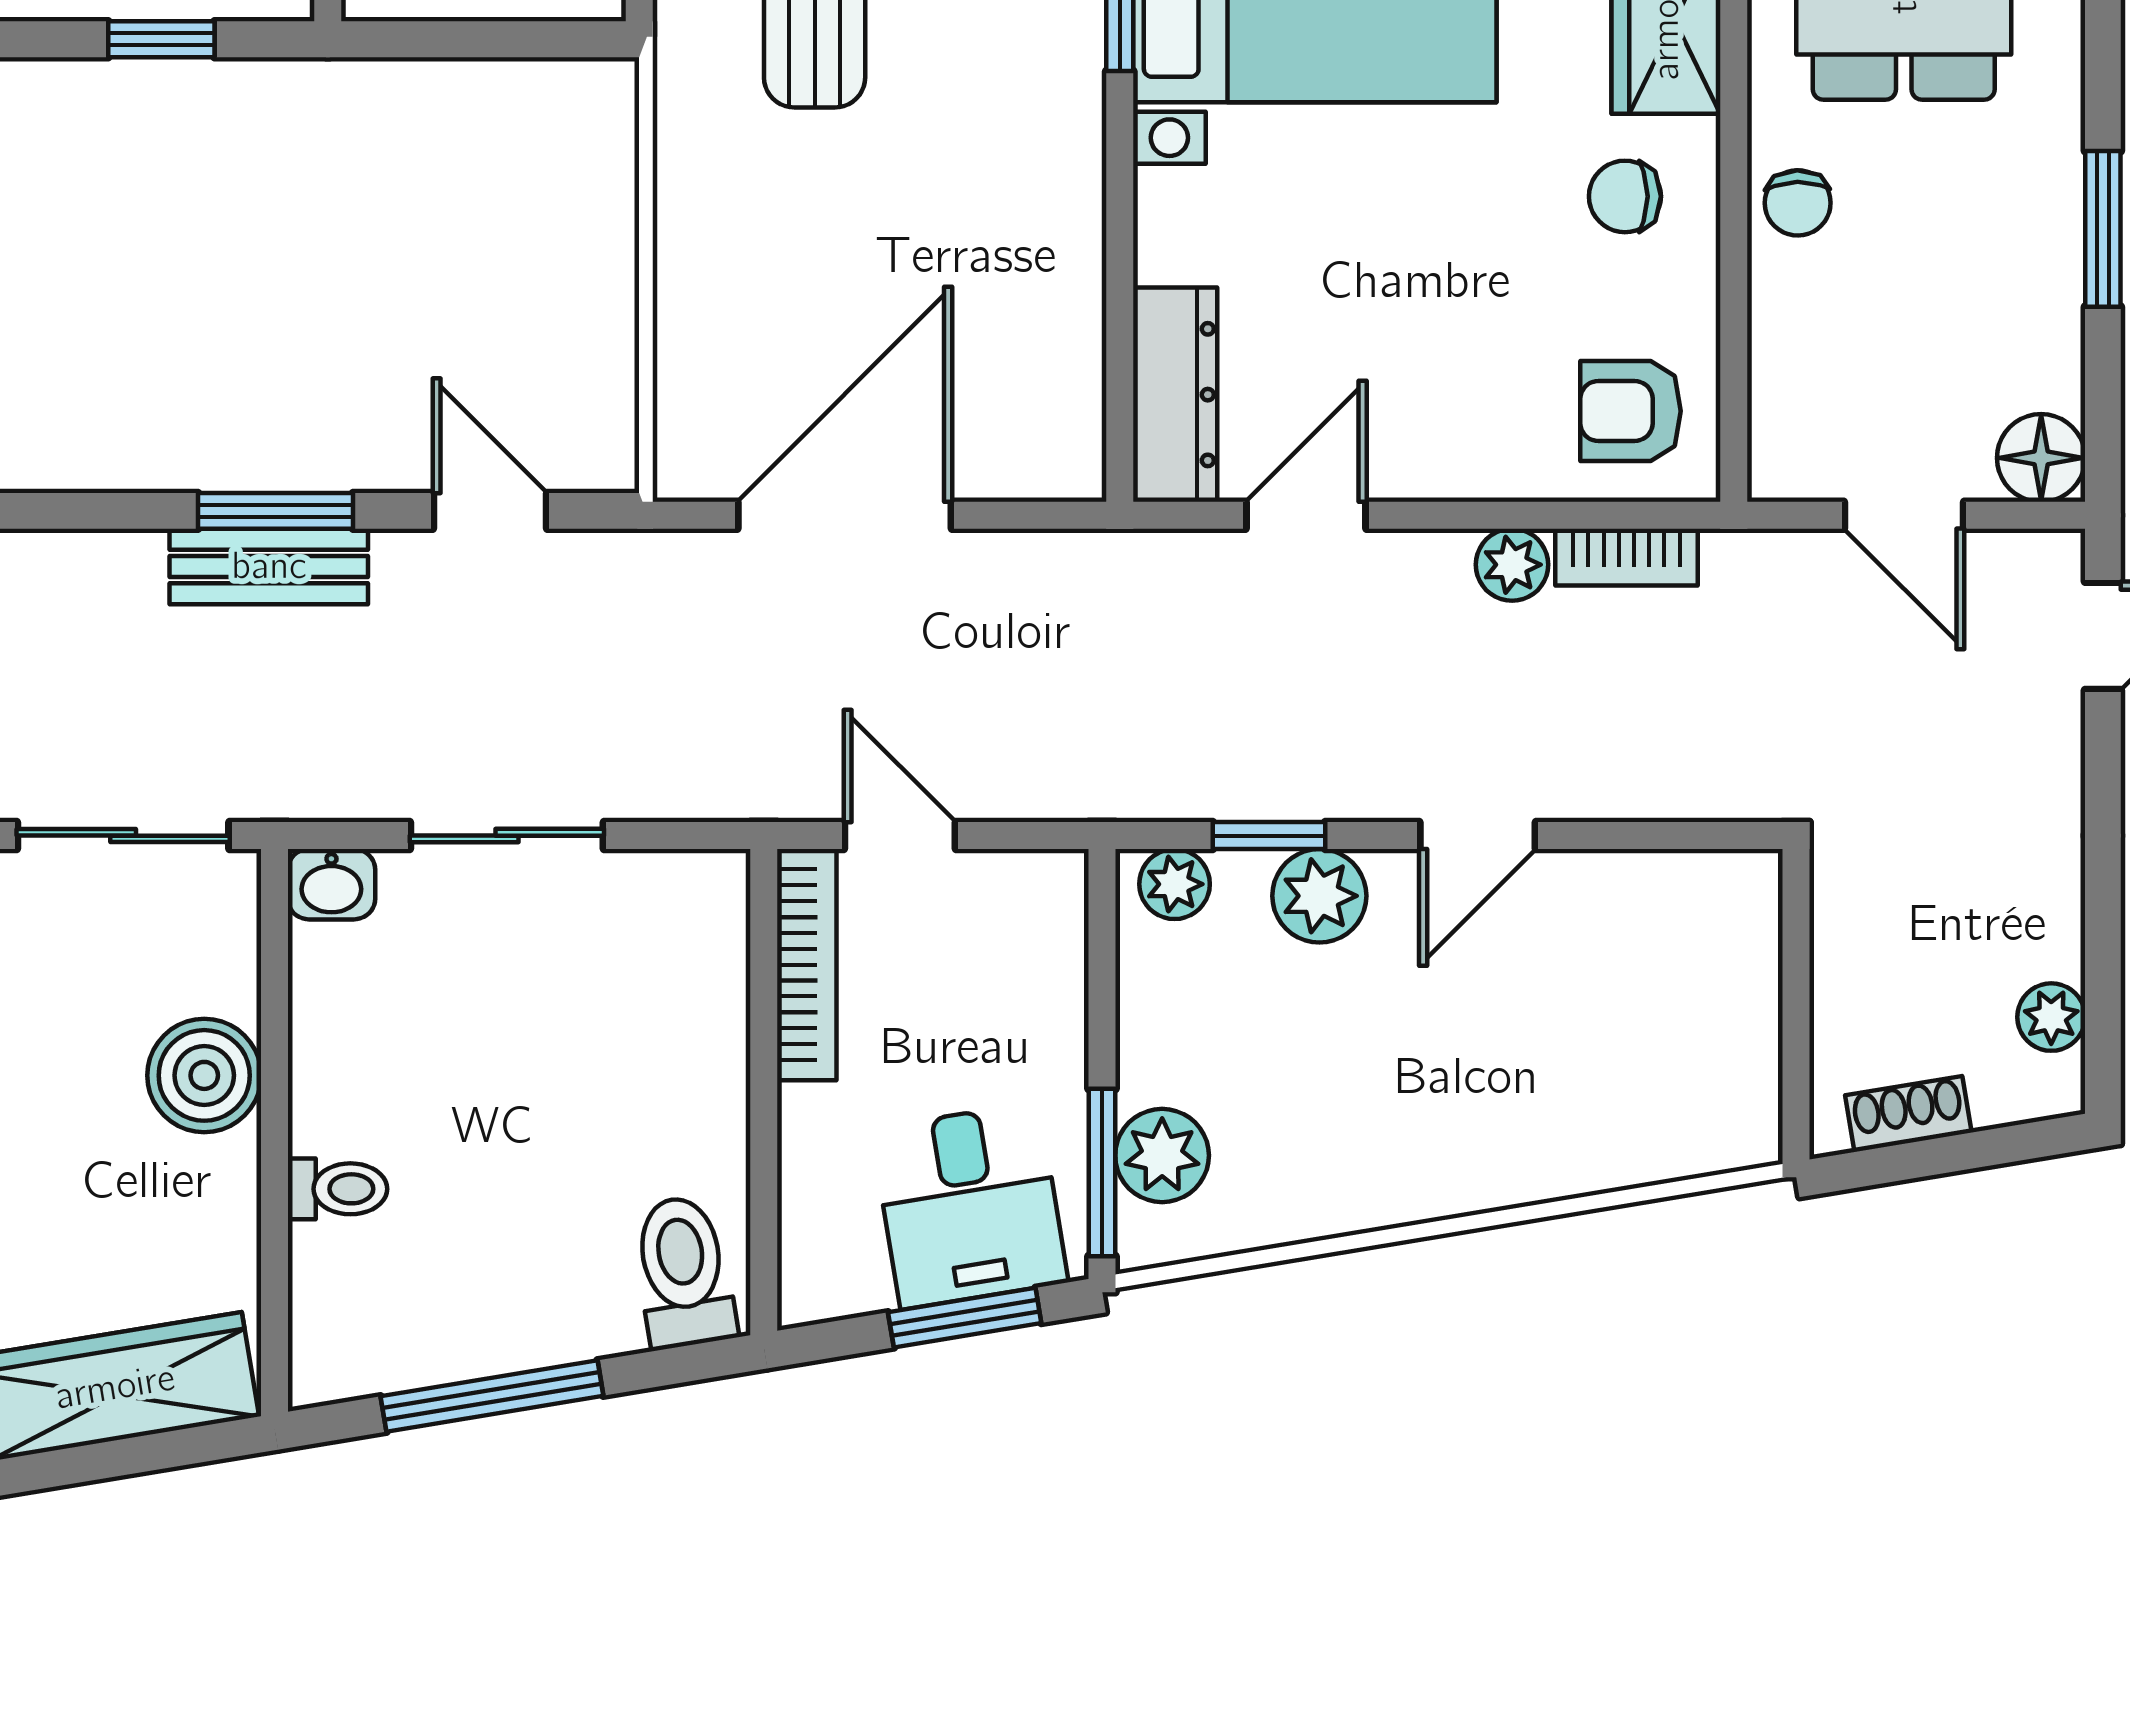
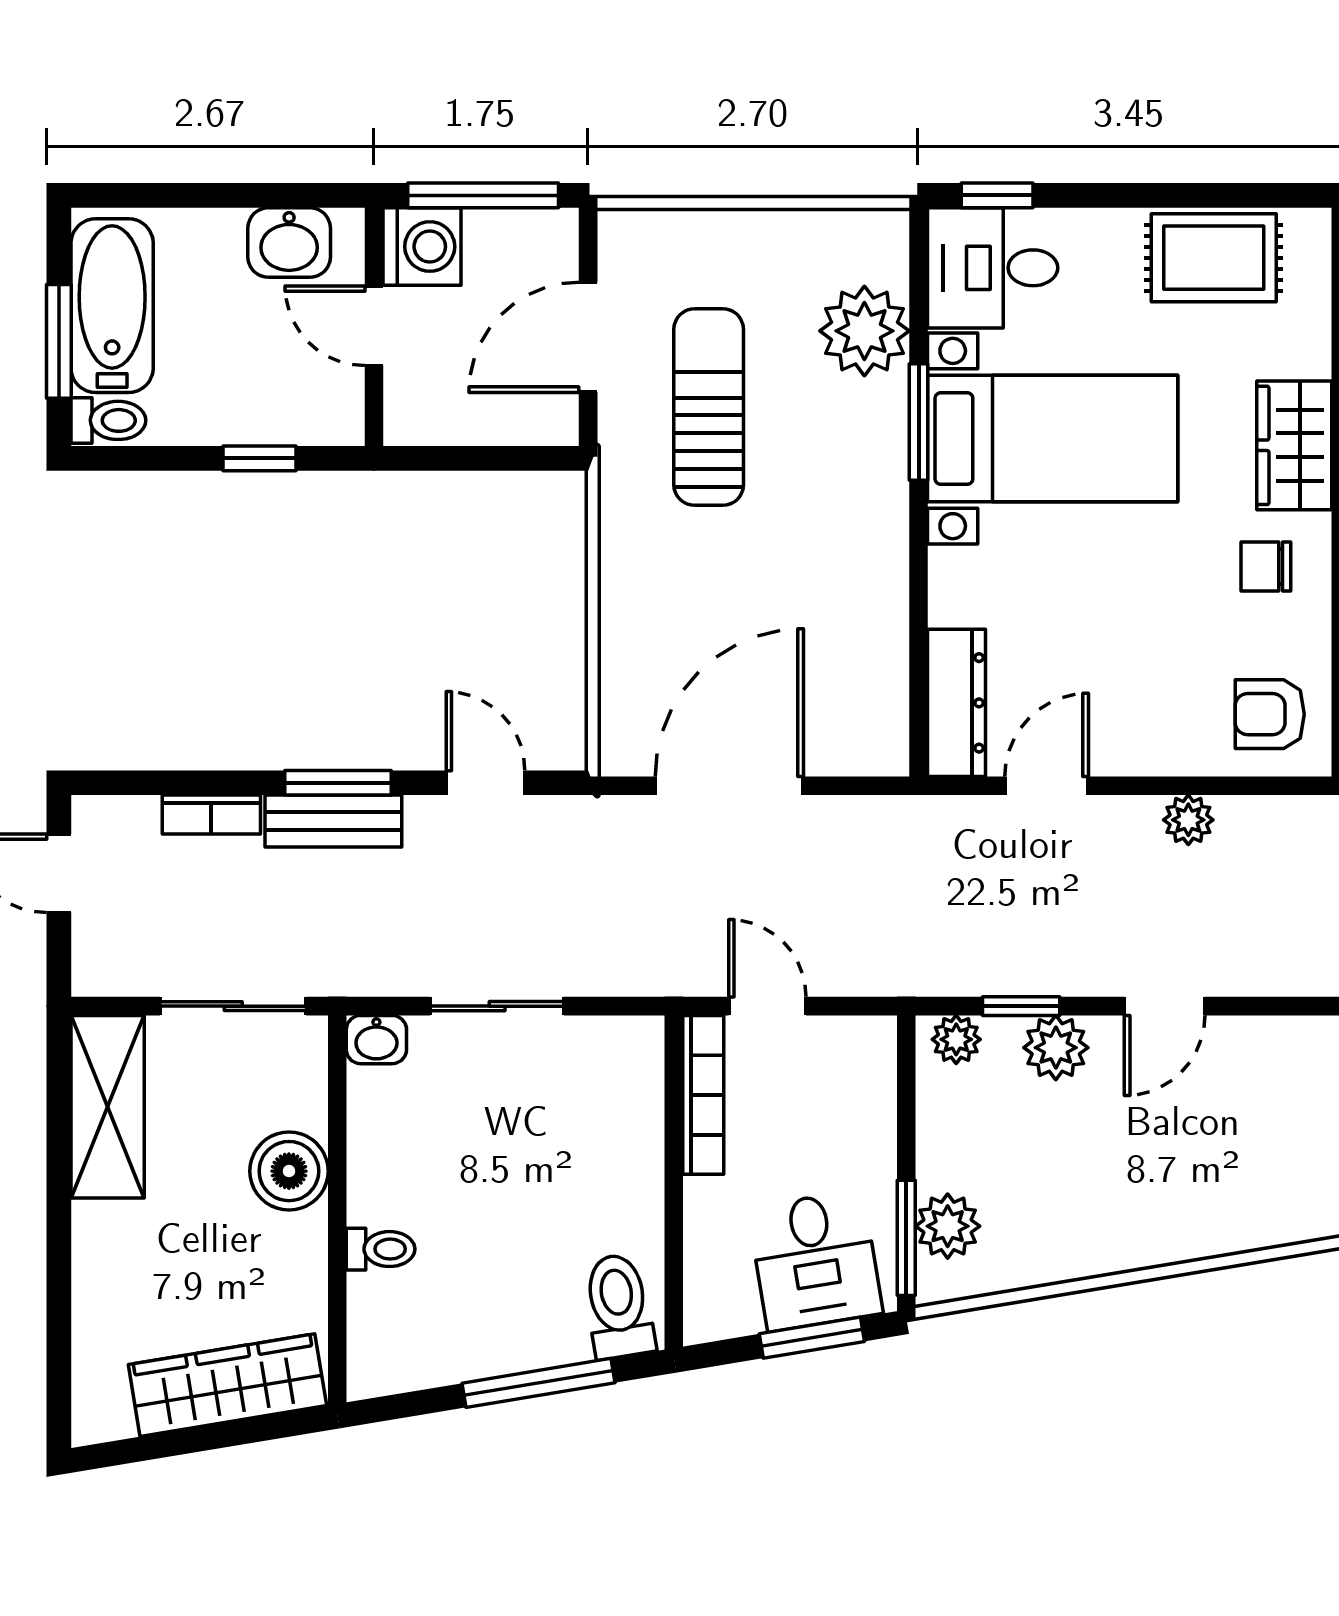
bookcase: (1626, 557) -> (211, 815), moved
window: (492, 1396) -> (538, 1383), moved

